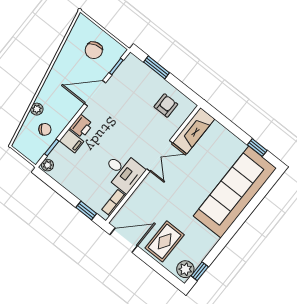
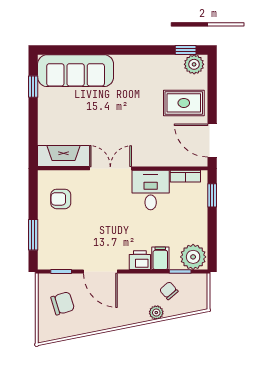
plant: (47, 165) -> (193, 257), width x1.88, depth x1.88
sofa: (235, 192) -> (76, 71), width x0.74, depth x0.79

